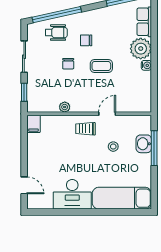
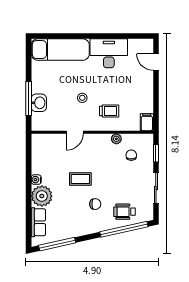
chair: (68, 64) -> (131, 155), moved
trolley: (85, 129) -> (109, 111), moved
stool: (113, 147) -> (82, 98), moved

